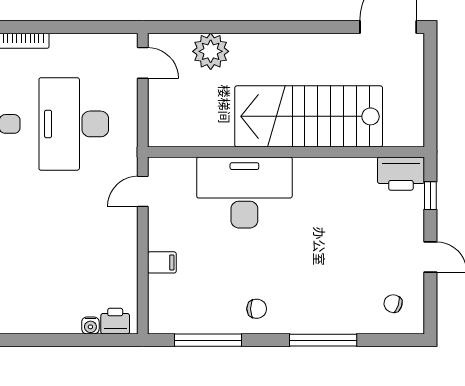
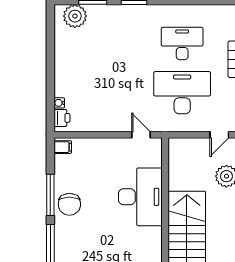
filing cabinet: (162, 262) -> (63, 147), moved, turned -90
chair: (257, 309) -> (69, 204), width x1.87, depth x1.87
window: (208, 340) -> (50, 195), moved

